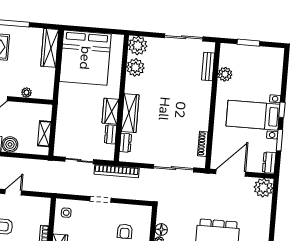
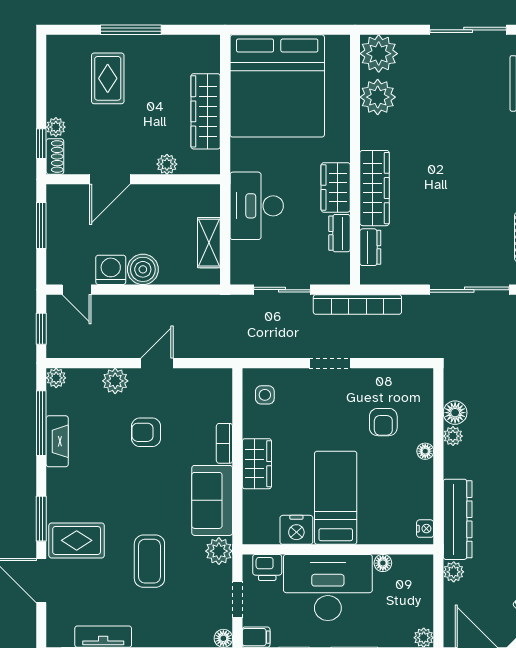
wardrobe: (50, 48) -> (206, 111), moved
desk: (70, 117) -> (257, 206), added

